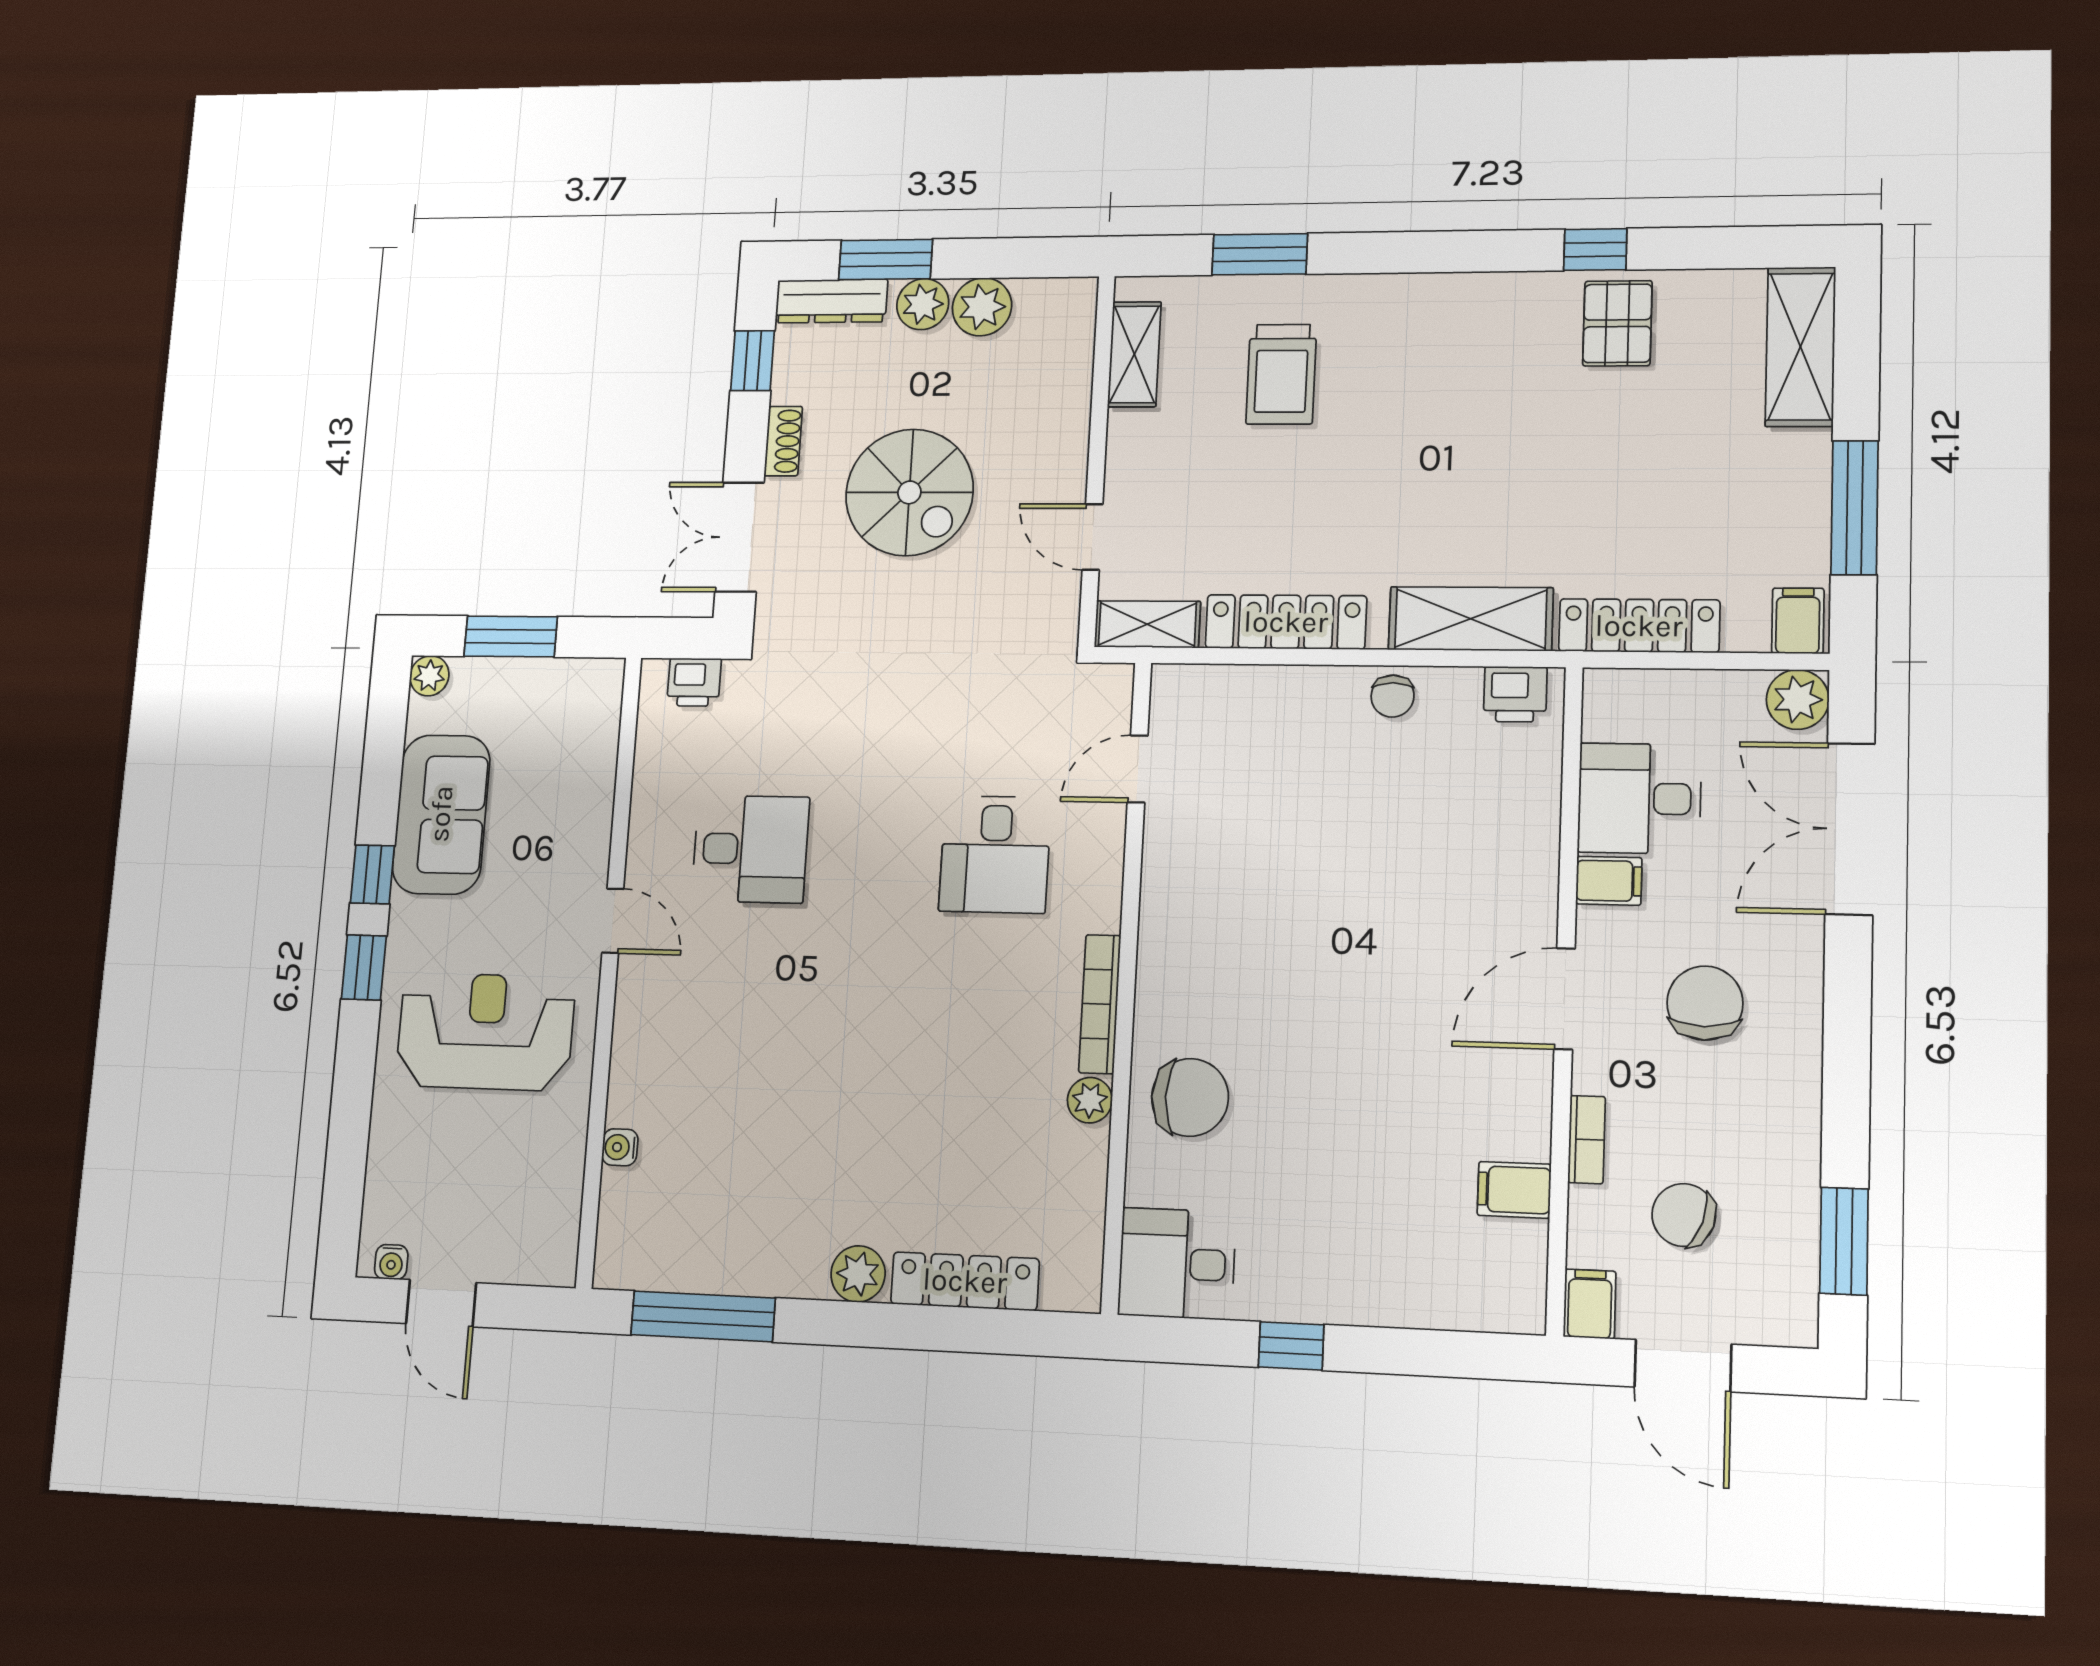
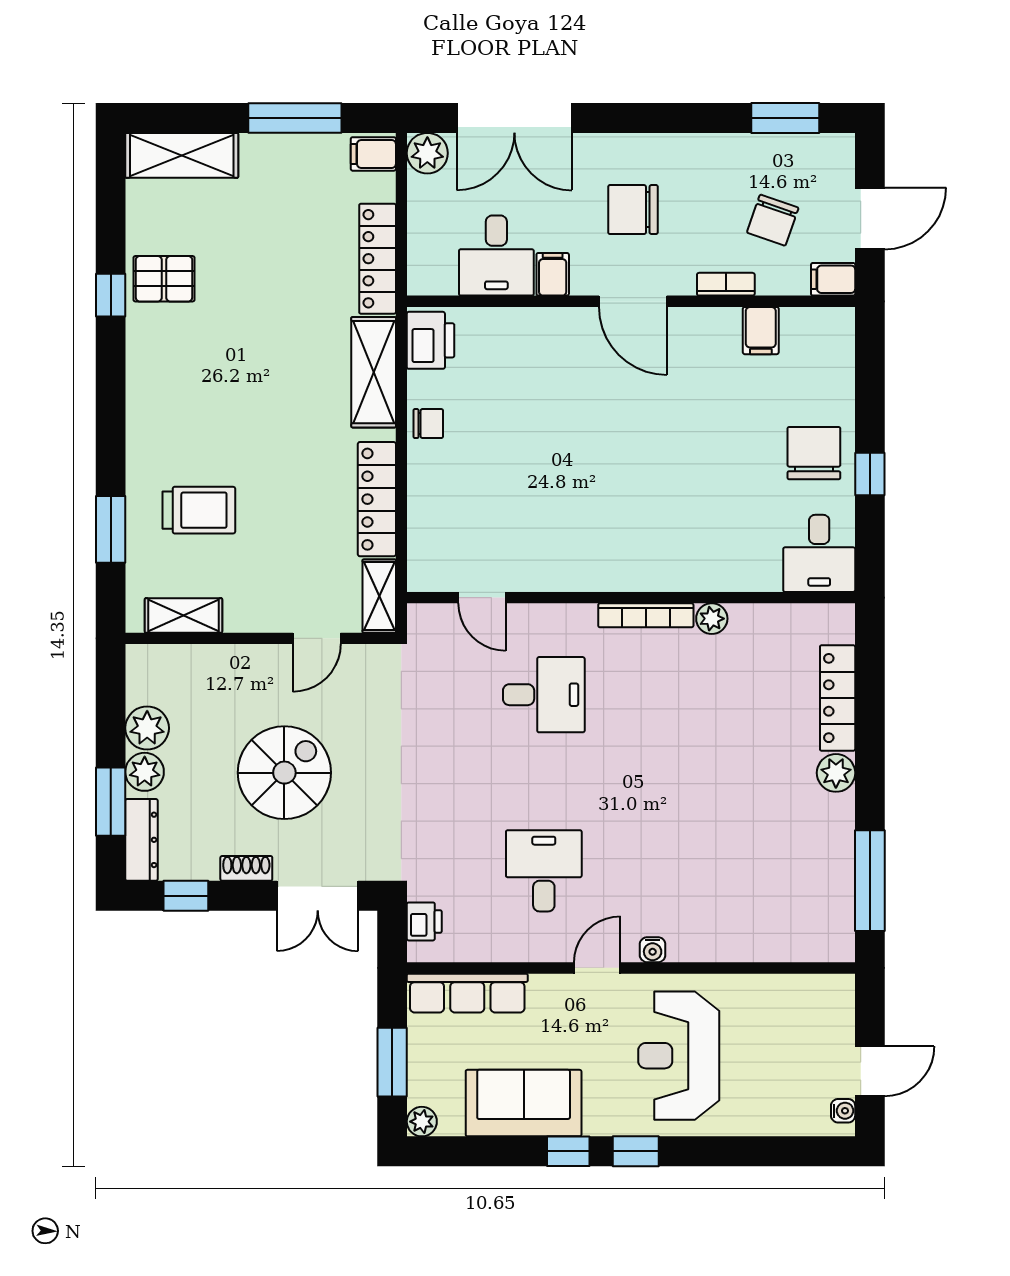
printer: (1515, 694) -> (431, 340), width x1.36, depth x1.24
row of seats: (593, 740) -> (467, 993), added
chair: (1190, 1097) -> (814, 453), moved
water cooler: (620, 1147) -> (653, 950), moved

